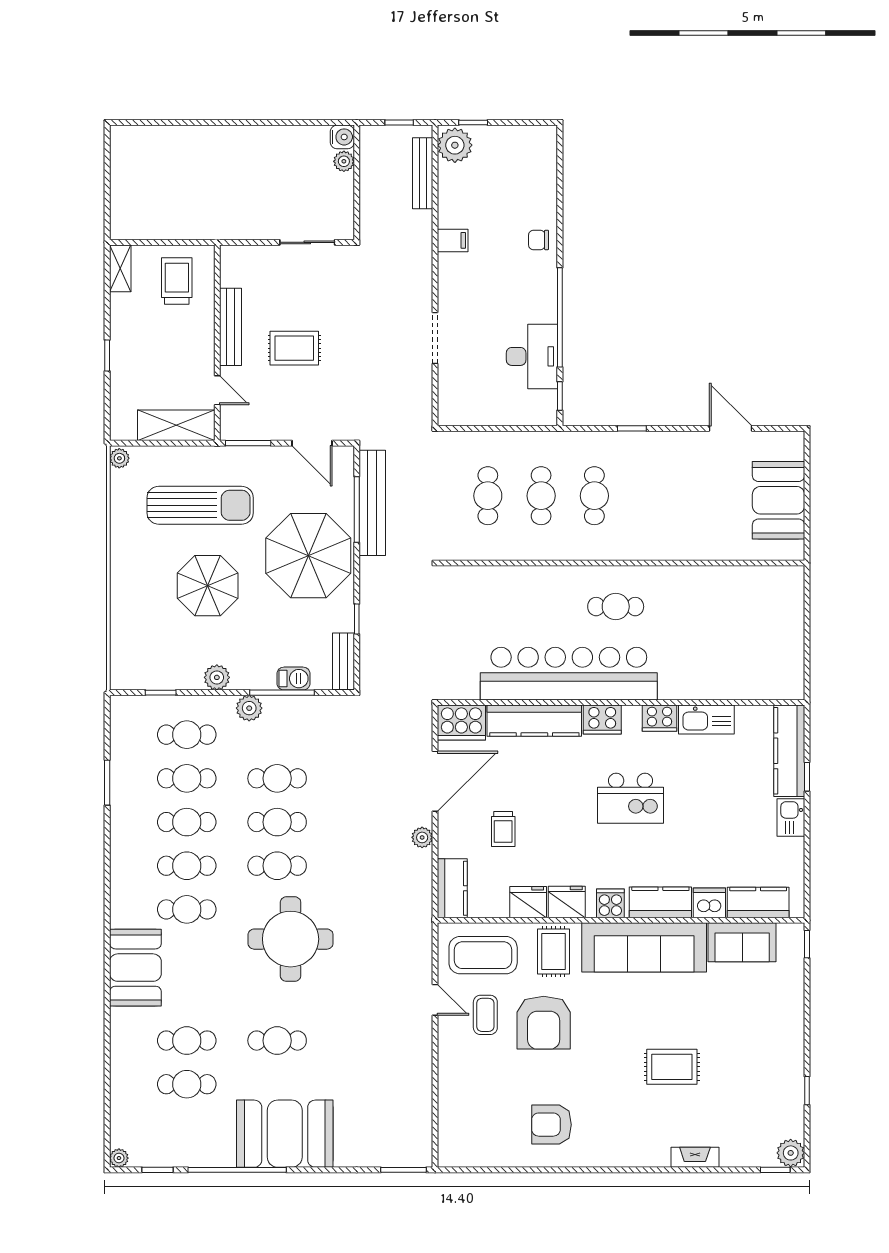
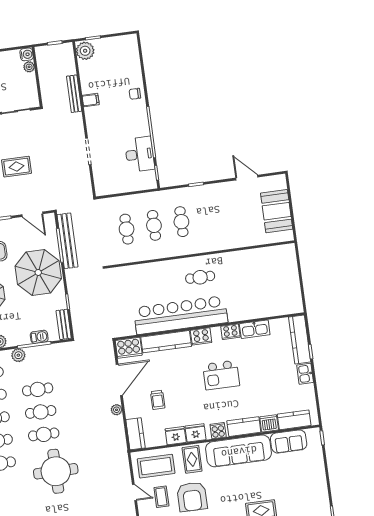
bench: (423, 173) -> (74, 94), moved

